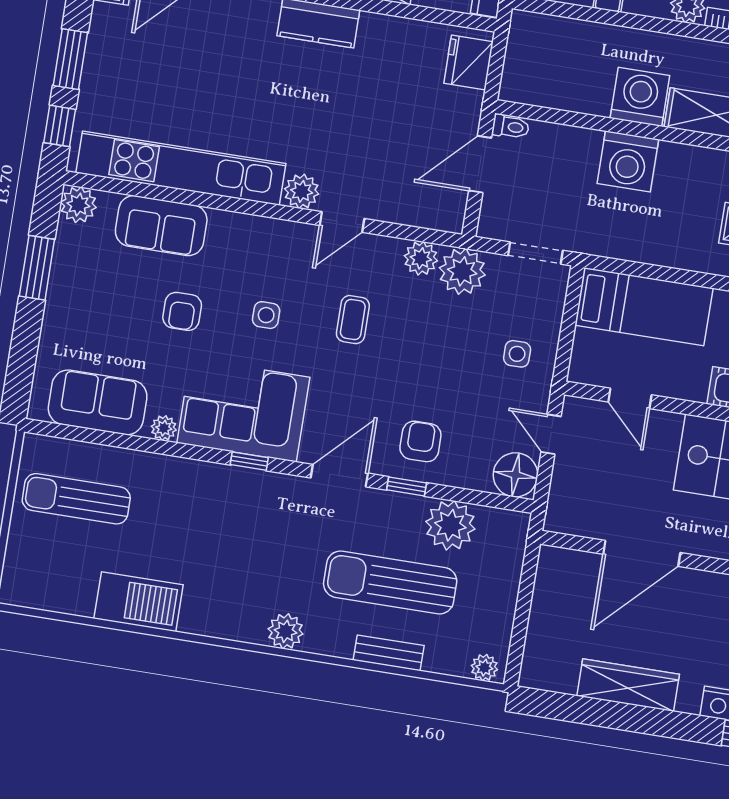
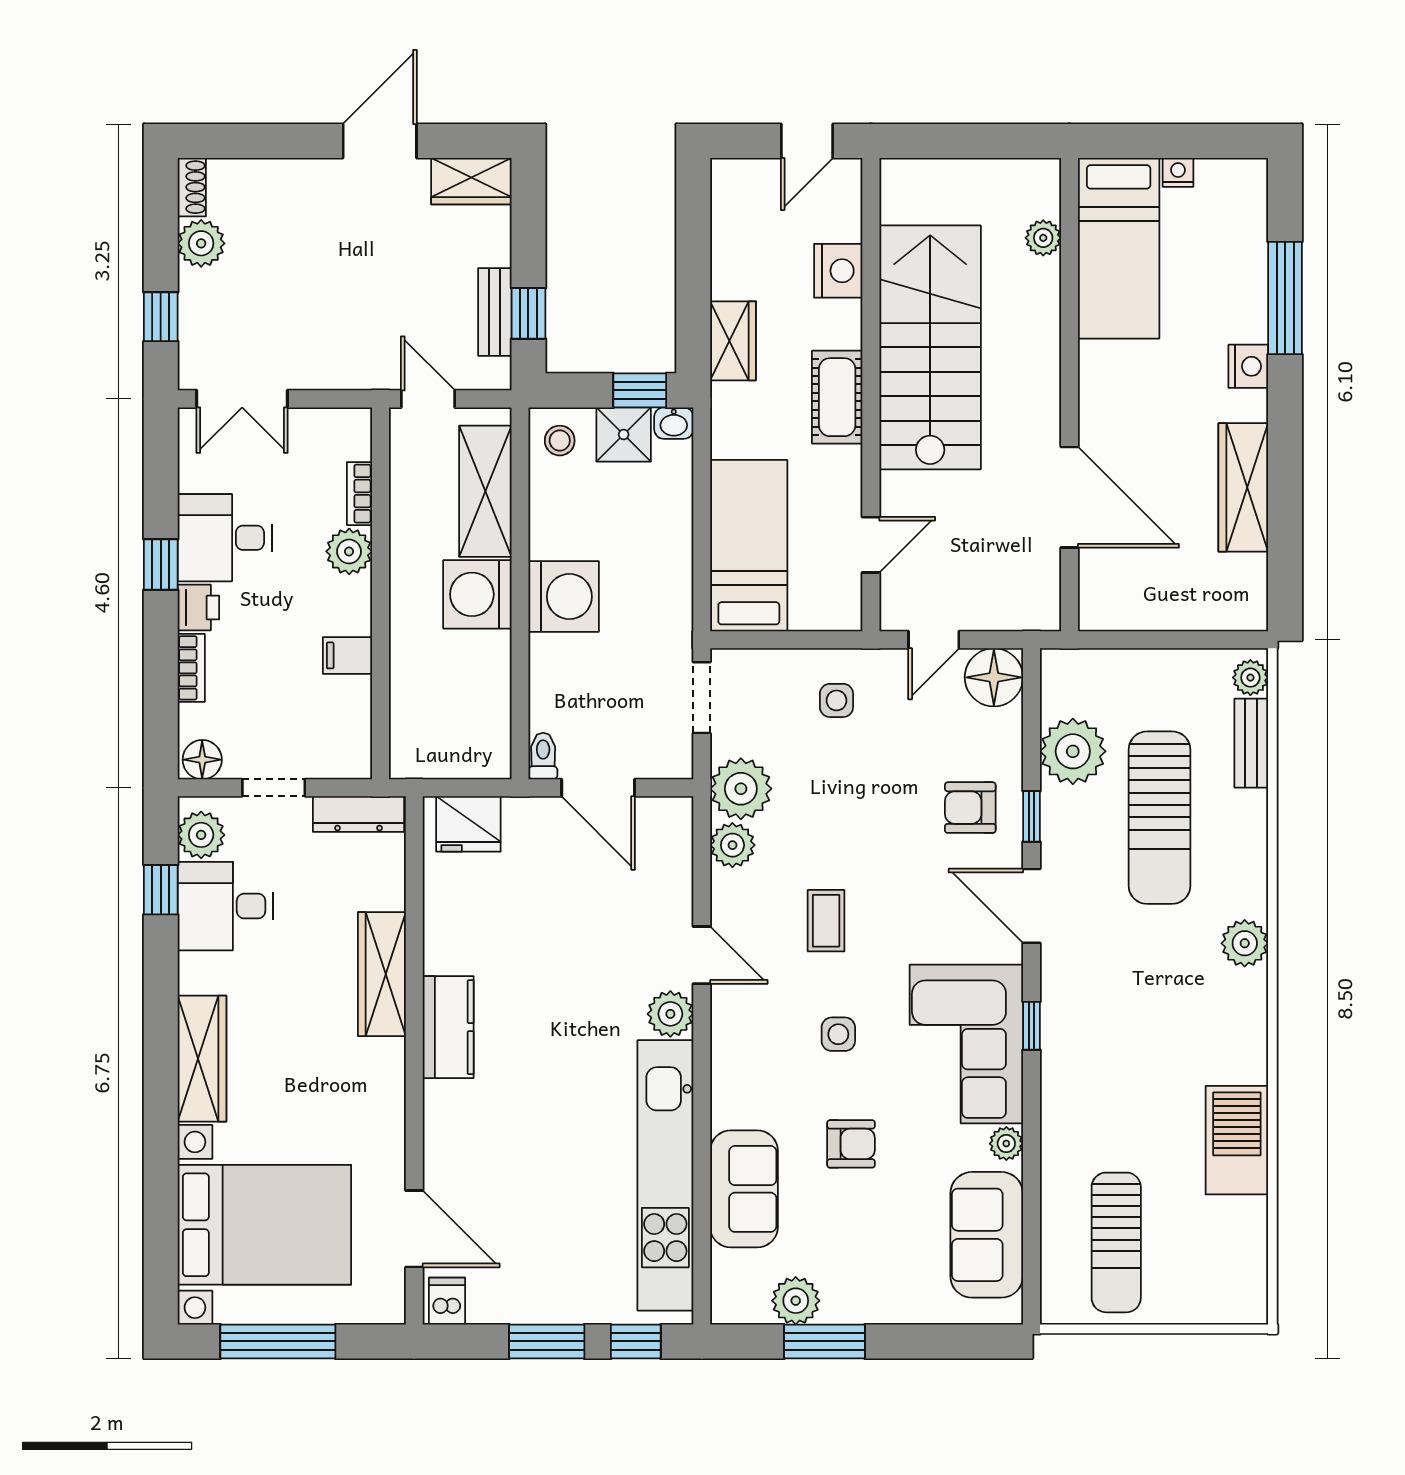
plant: (78, 205) -> (796, 1301), moved
coffee table: (353, 320) -> (826, 921), turned 90
bench: (389, 653) -> (1251, 743), moved

